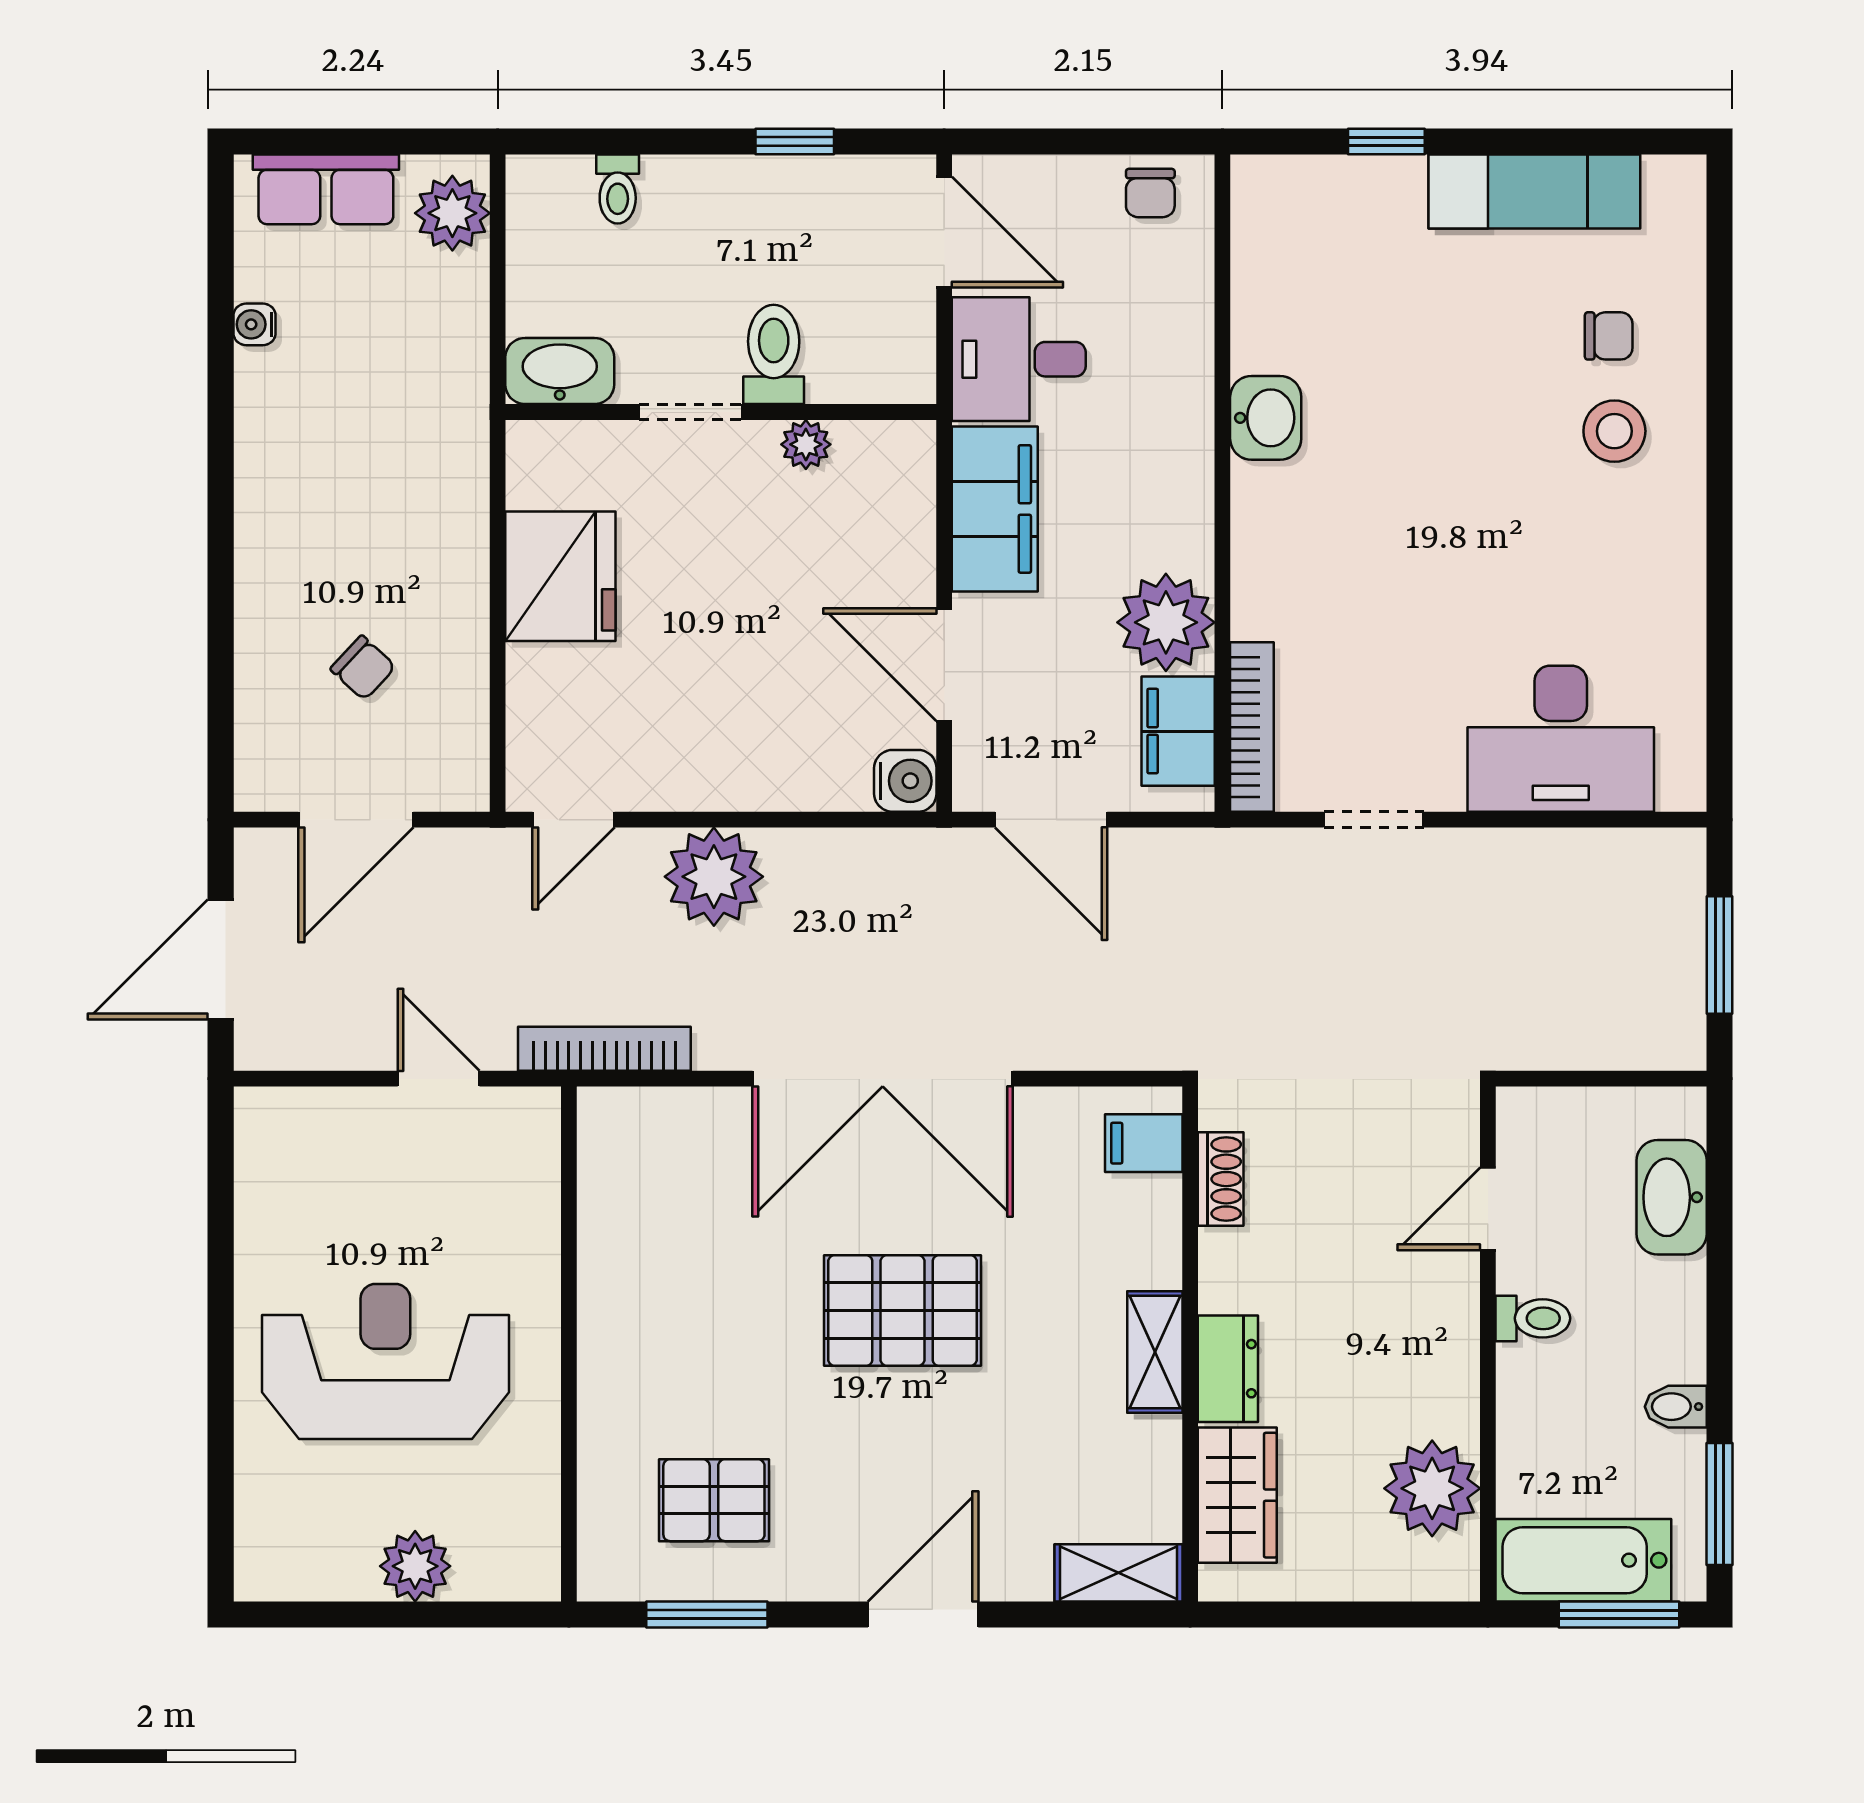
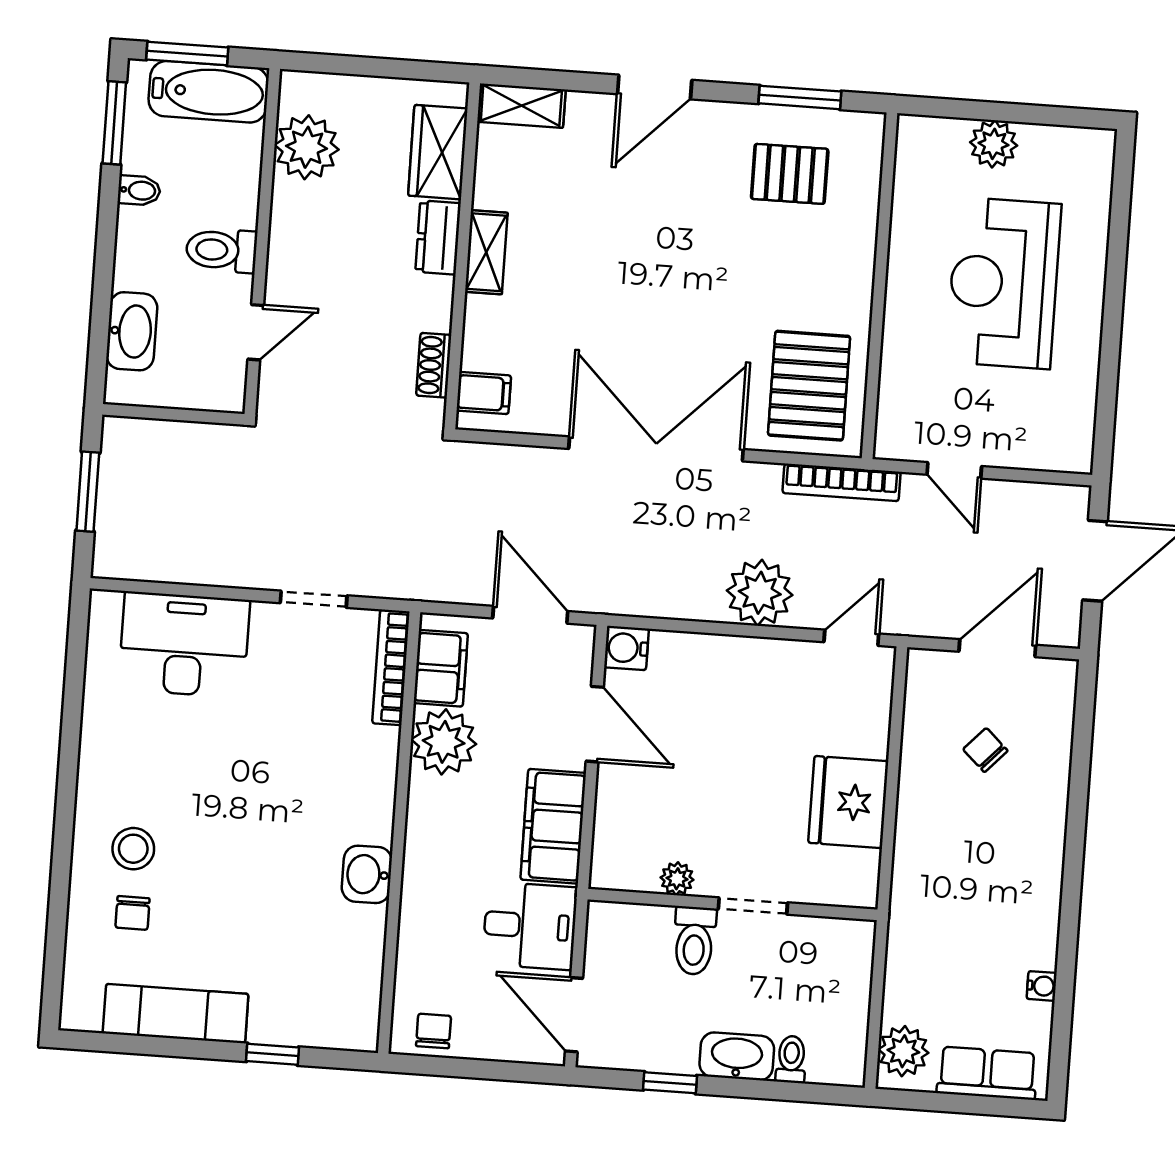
chair: (1609, 336) -> (133, 913), turned -90
washbasin: (560, 371) -> (737, 1056), moved, turned 180
pallet: (902, 1311) -> (809, 386), moved, turned 90
toilet: (1533, 1318) -> (222, 250), width x1.37, depth x1.39
reception desk: (385, 1361) -> (1004, 283), turned 90

